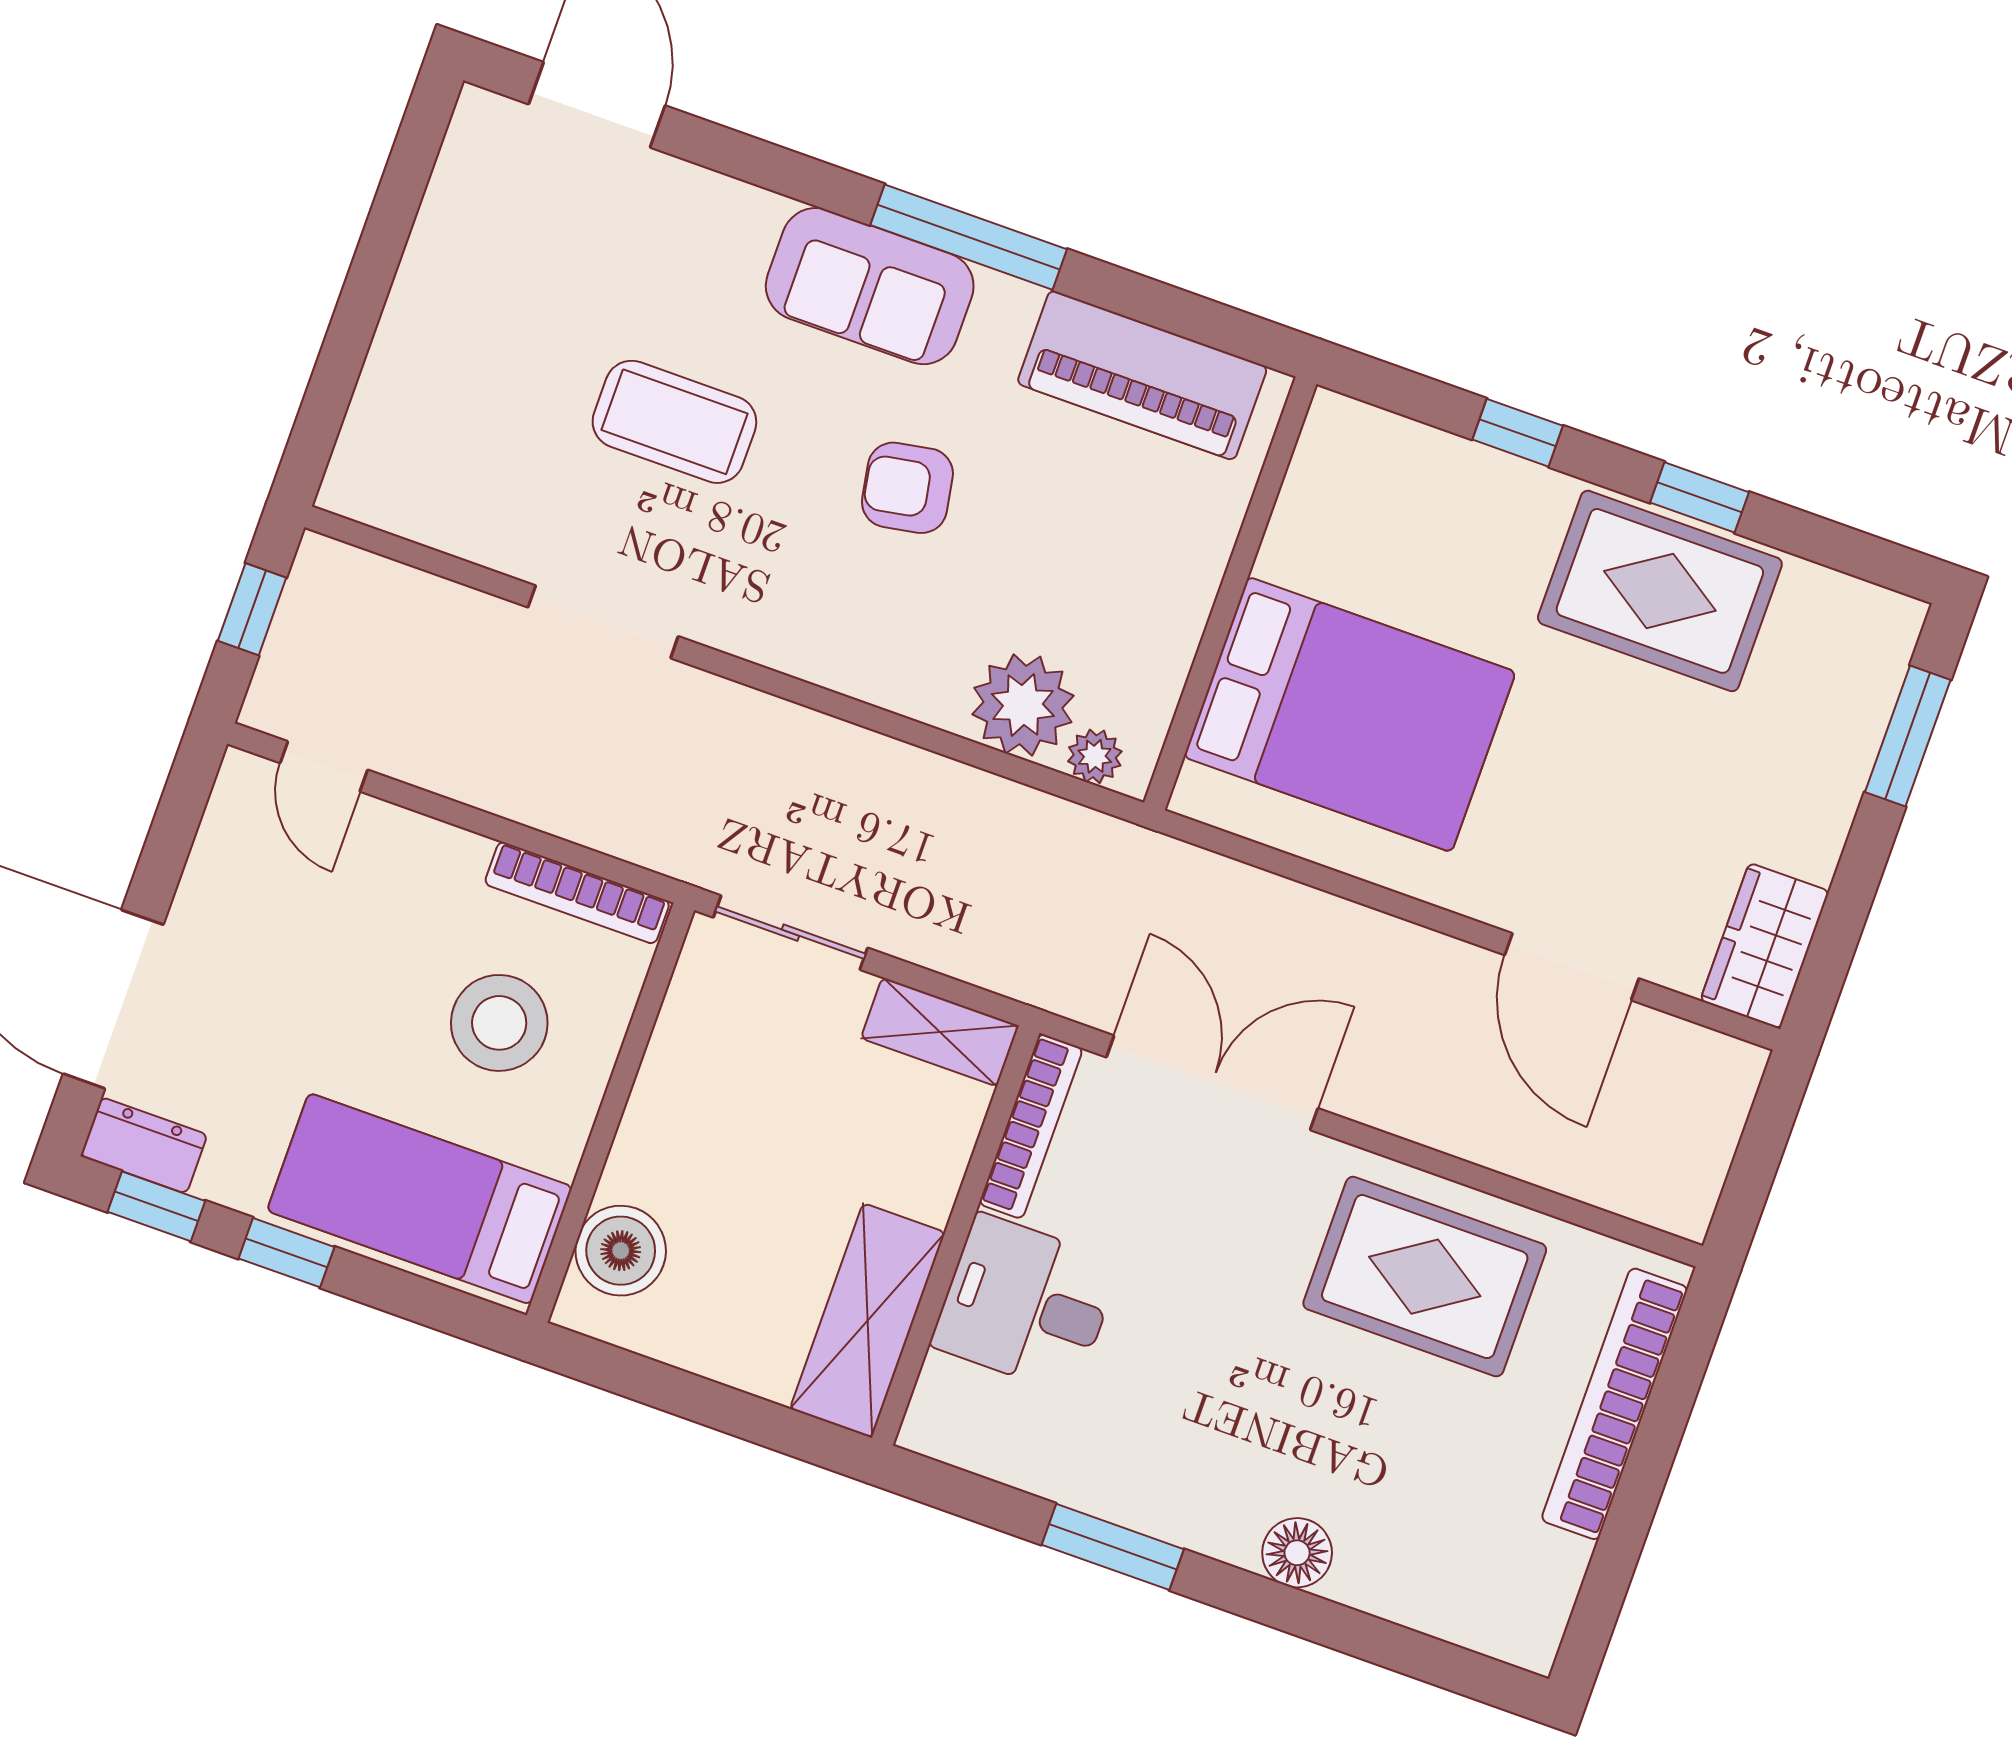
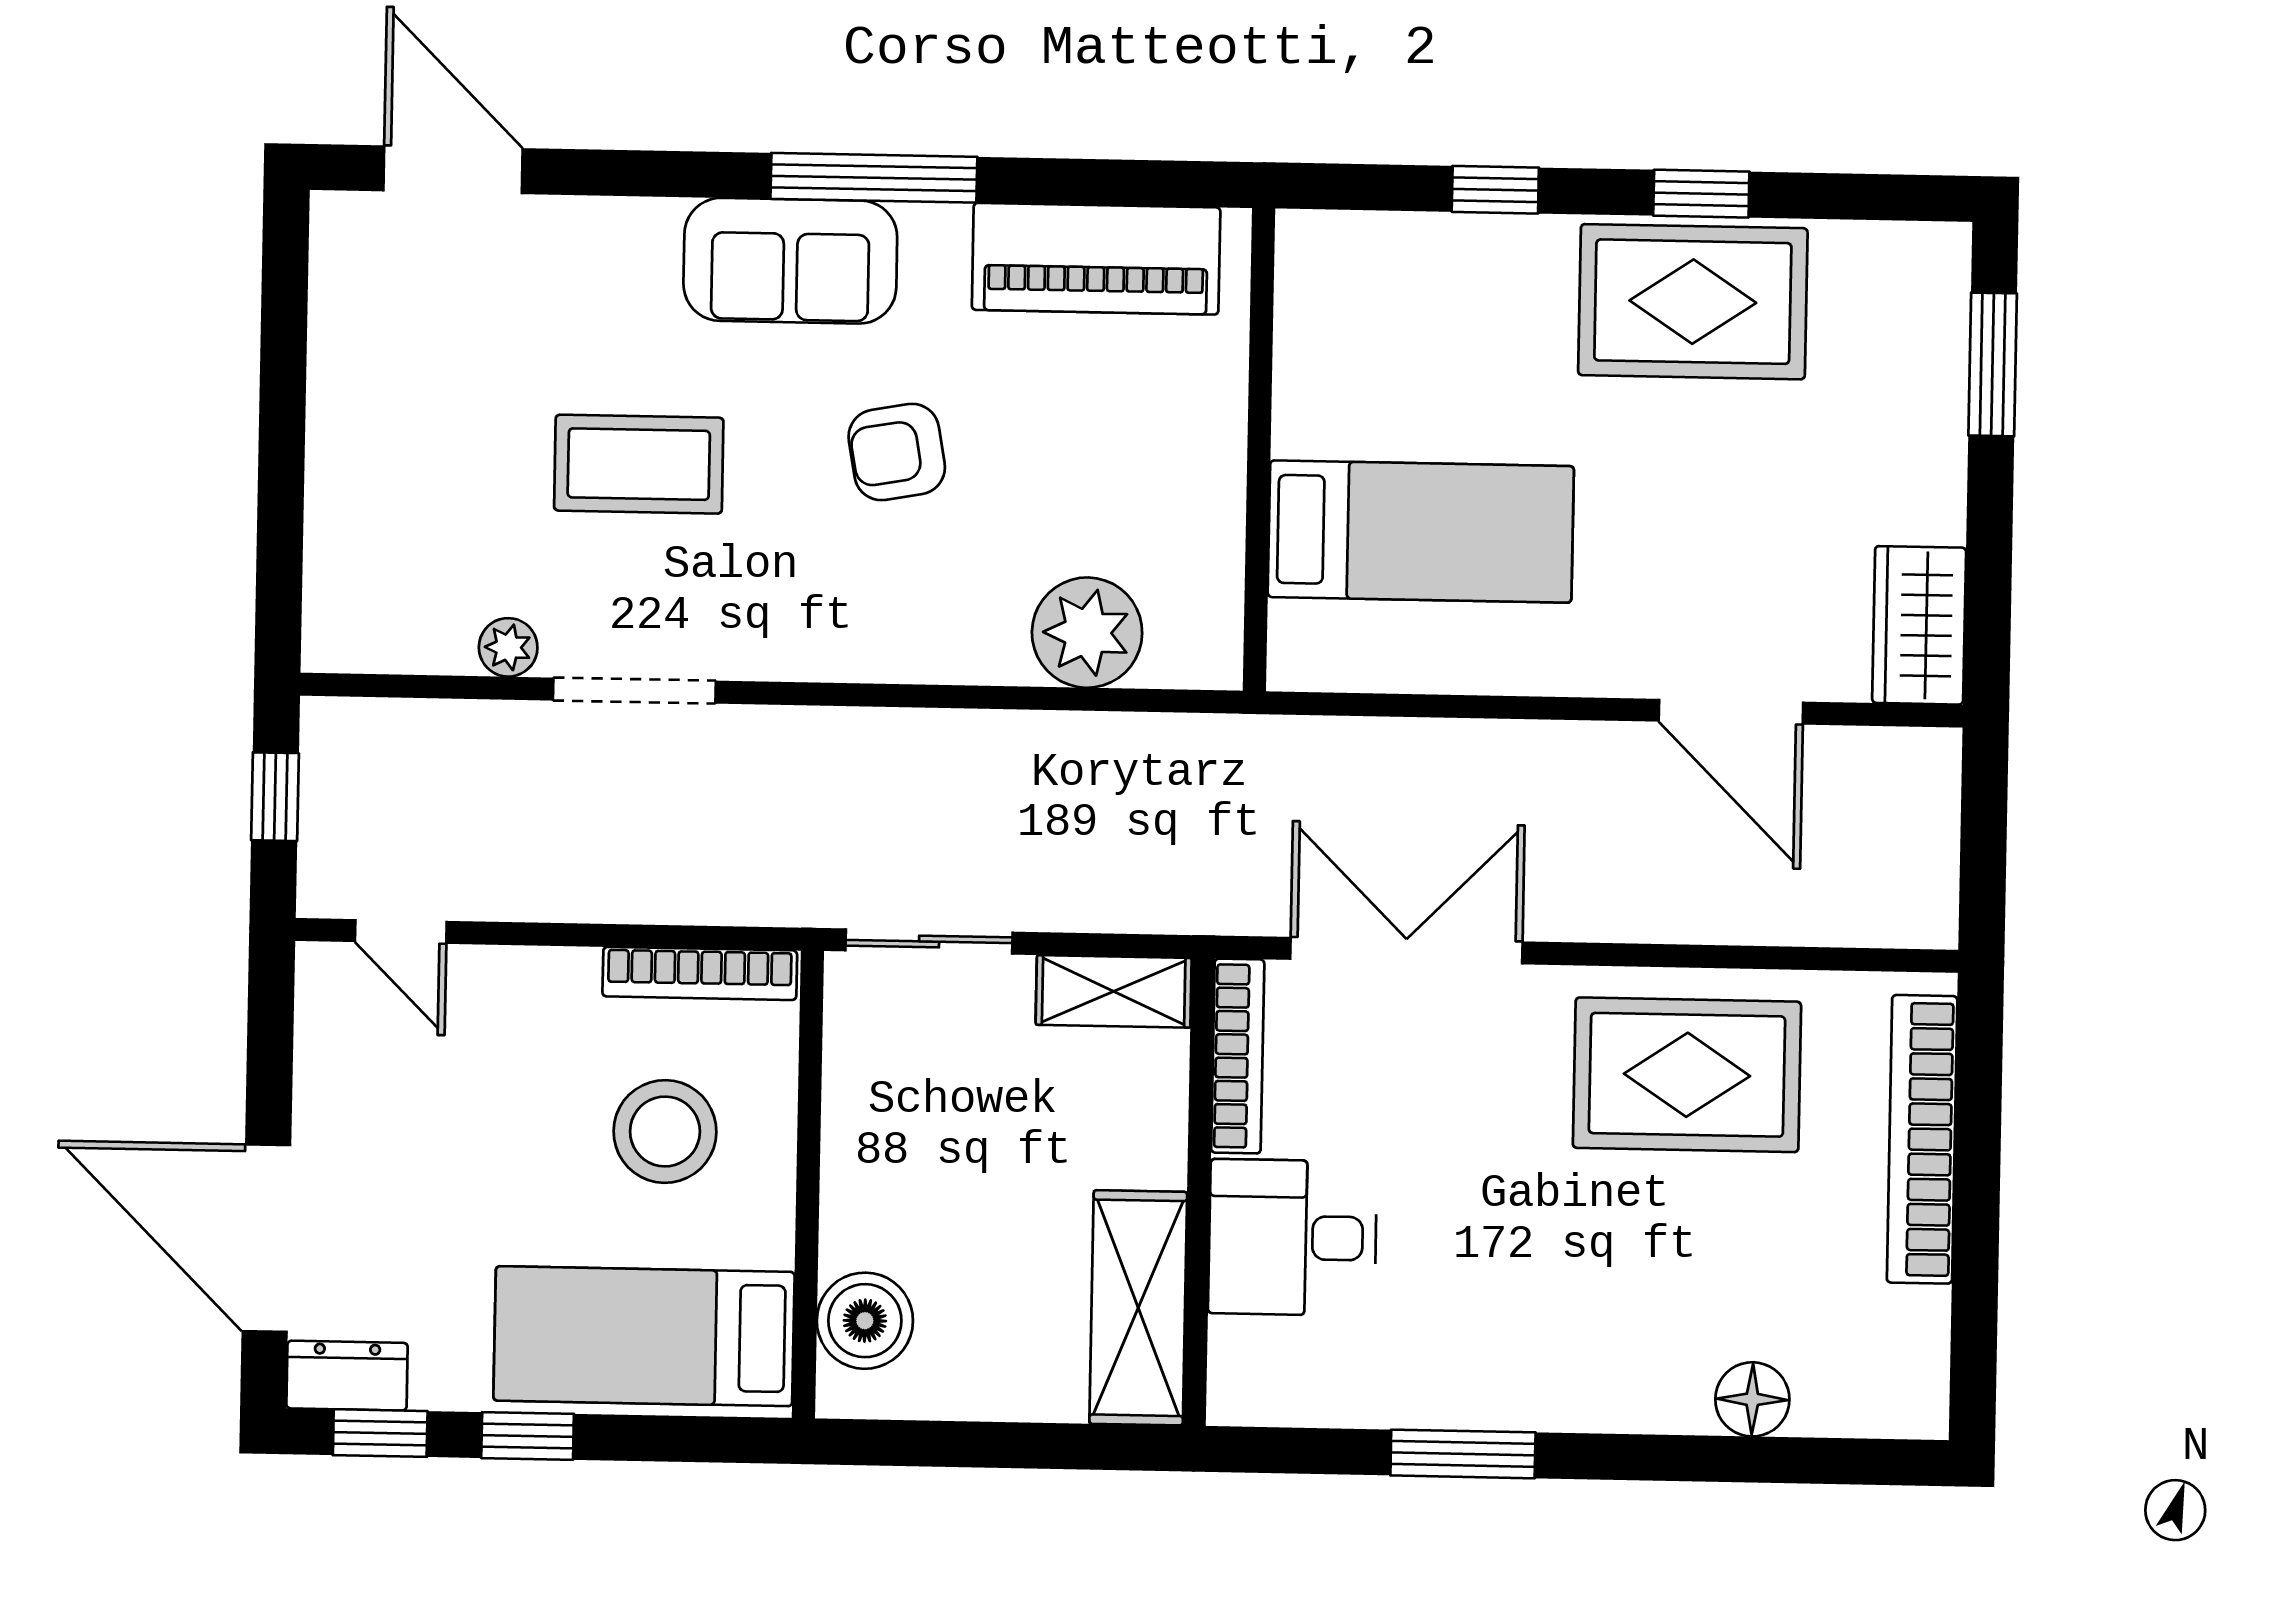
bed: (1350, 714) -> (1421, 532), width x0.67
plant: (1095, 756) -> (508, 647), moved
floor lamp: (1297, 1553) -> (1752, 1399), moved

